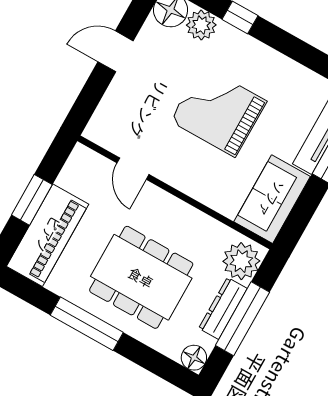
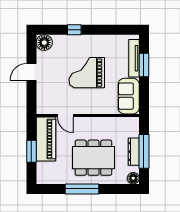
plant: (201, 25) -> (60, 42), removed
piano: (48, 235) -> (46, 139), moved
plant: (241, 261) -> (130, 128), removed

